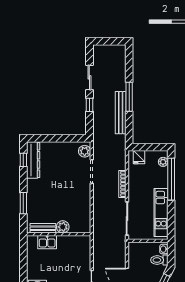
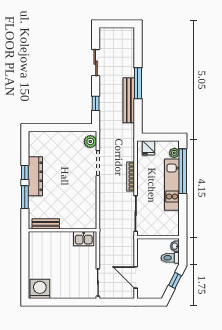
window: (89, 105) -> (96, 103), moved
window: (23, 160) -> (25, 173), moved
dresser: (33, 160) -> (35, 176), moved
kitchen unit: (161, 213) -> (172, 185), moved
plant: (63, 227) -> (67, 222), removed
kitchen sink: (47, 242) -> (84, 239), moved

